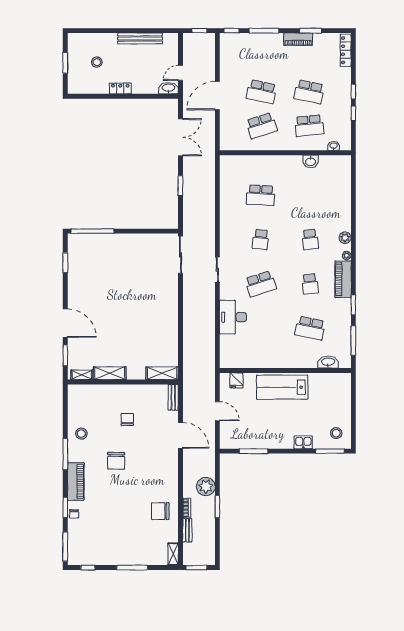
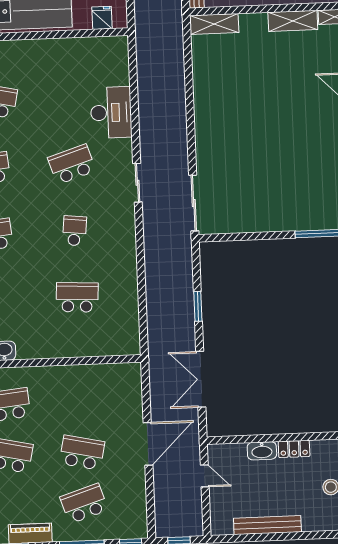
door: (180, 73) -> (205, 476), hinge flipped
washbasin: (169, 88) -> (262, 451), moved
school desk: (261, 126) -> (84, 504), moved

